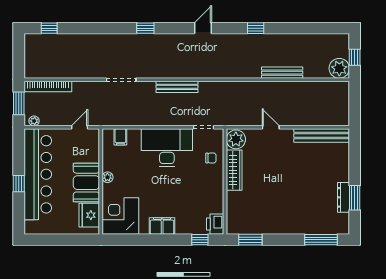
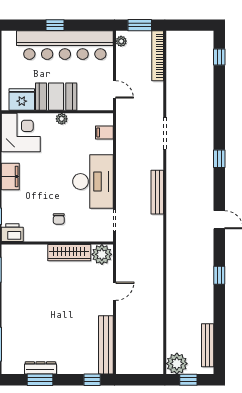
bench: (282, 73) -> (208, 345), moved
window: (355, 148) -> (92, 380), added
chair: (211, 158) -> (59, 219), moved

